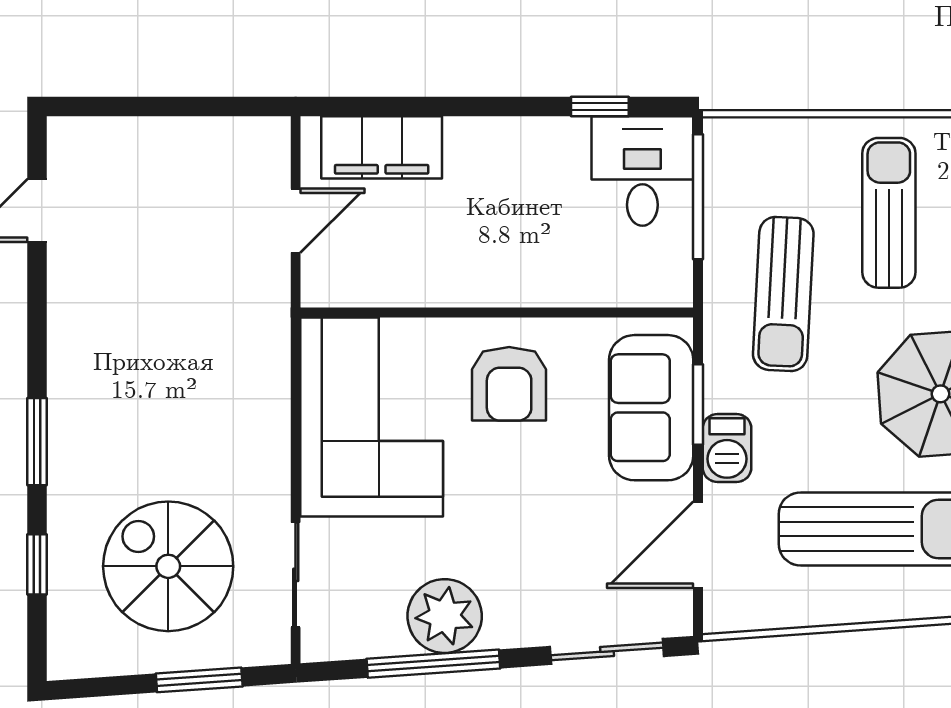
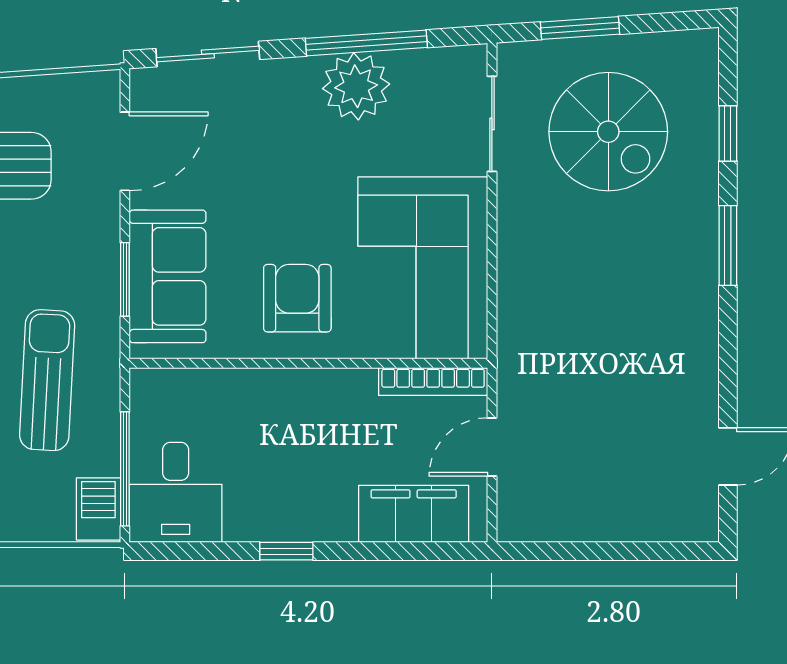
window: (600, 107) -> (286, 551), moved
bookcase: (360, 292) -> (433, 382), added
barbecue: (727, 448) -> (98, 509), moved

